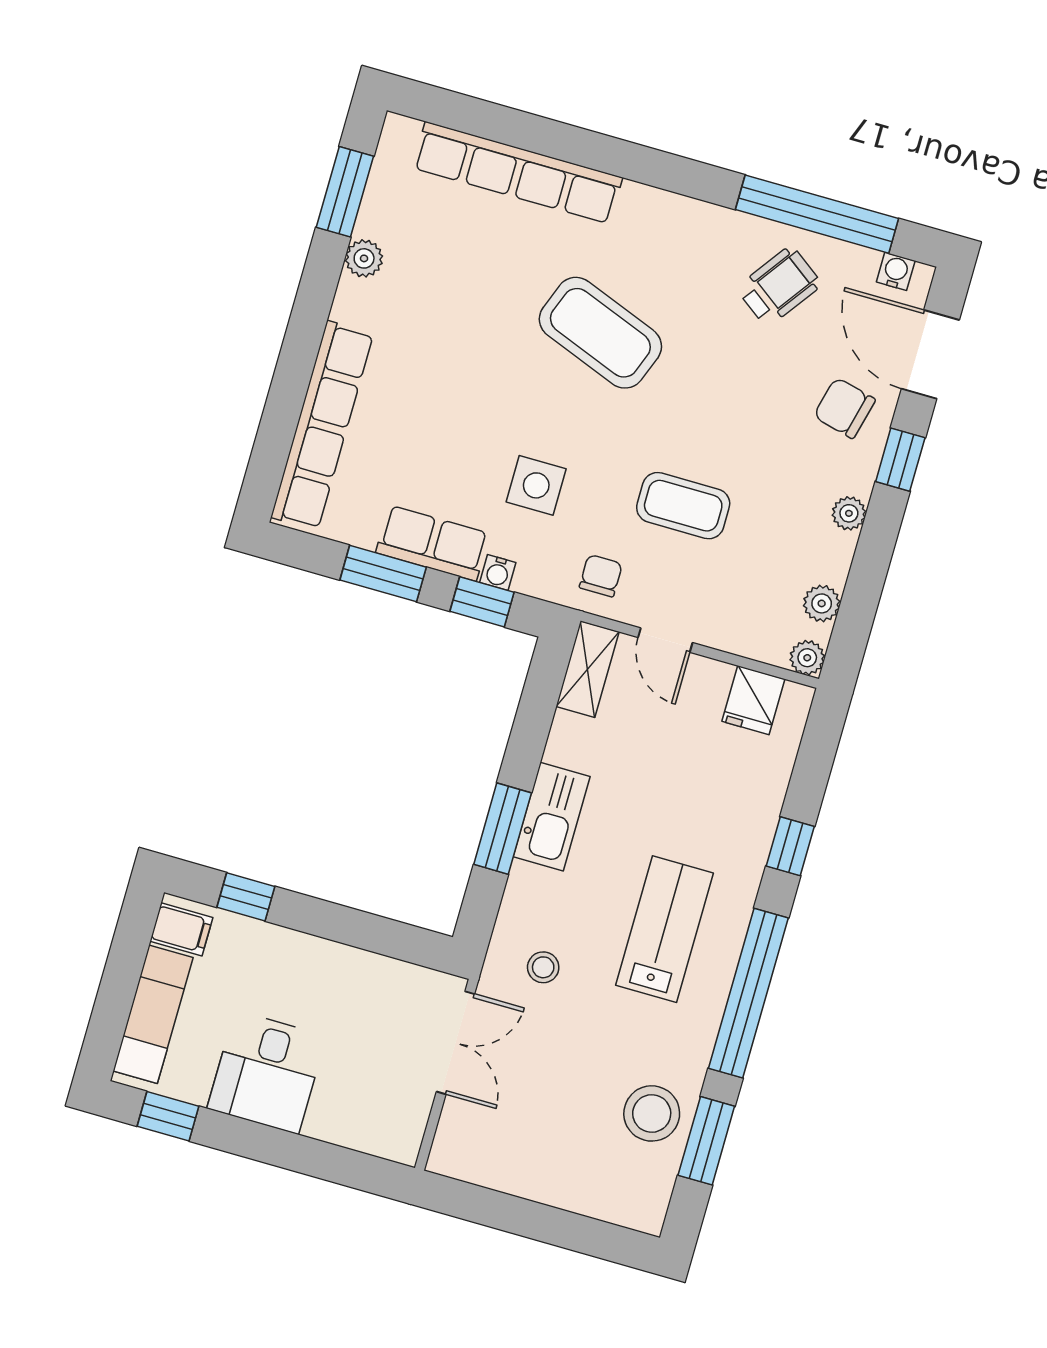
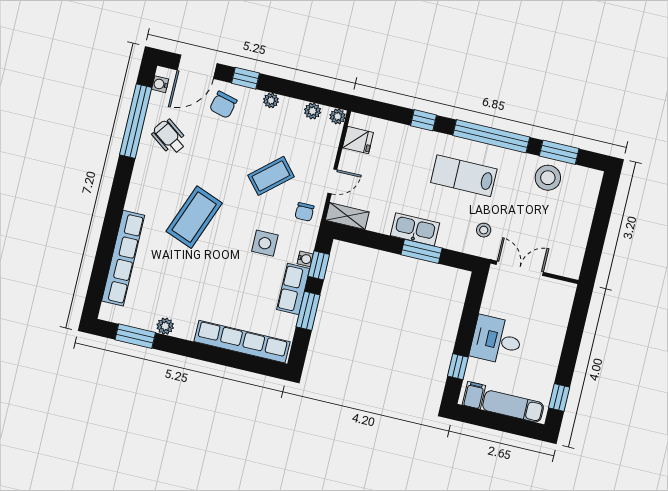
coffee table: (683, 506) -> (271, 176), turned 49
chair: (601, 576) -> (305, 212), turned -90
desk: (267, 1072) -> (496, 340), moved, turned 180

